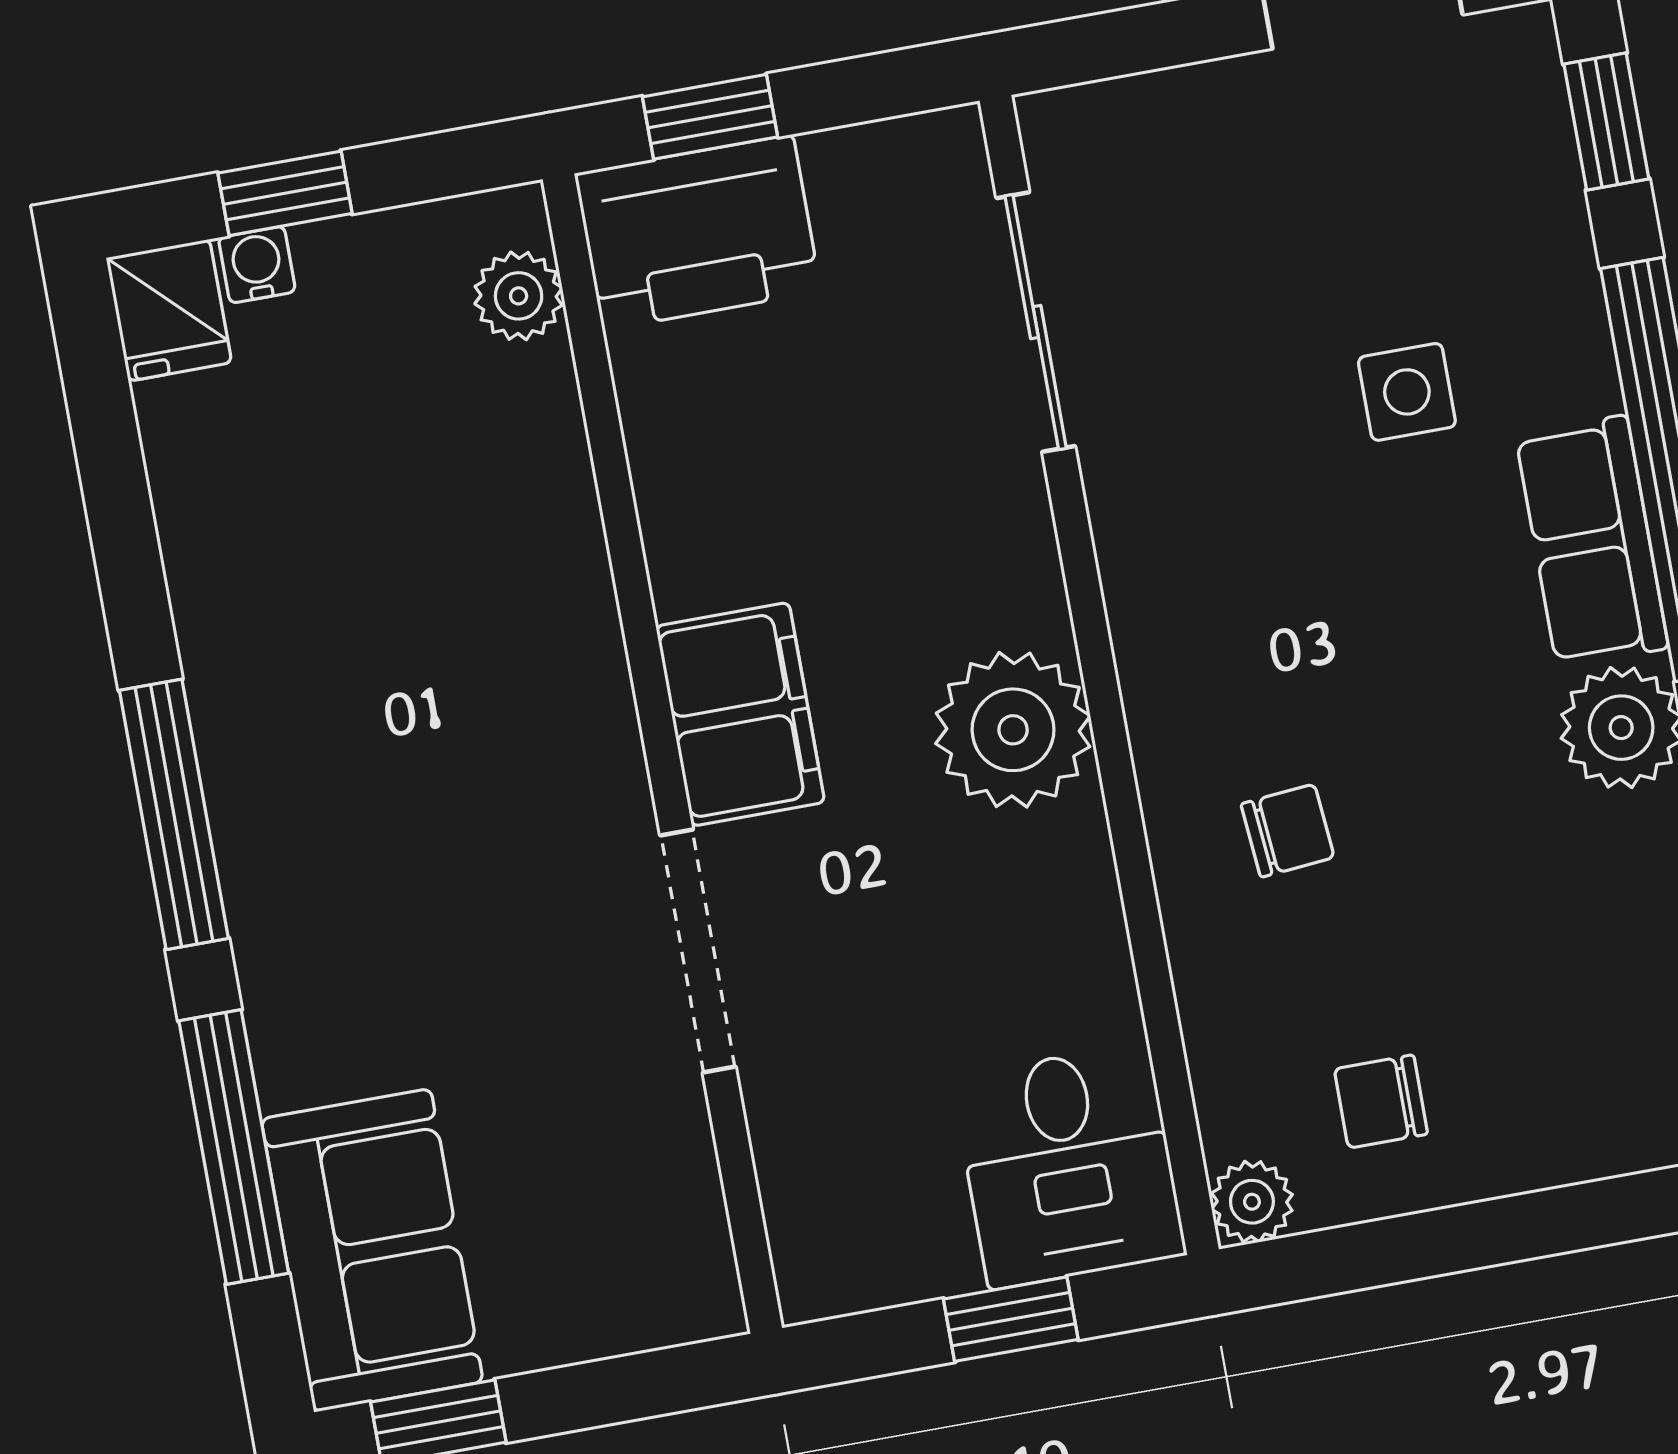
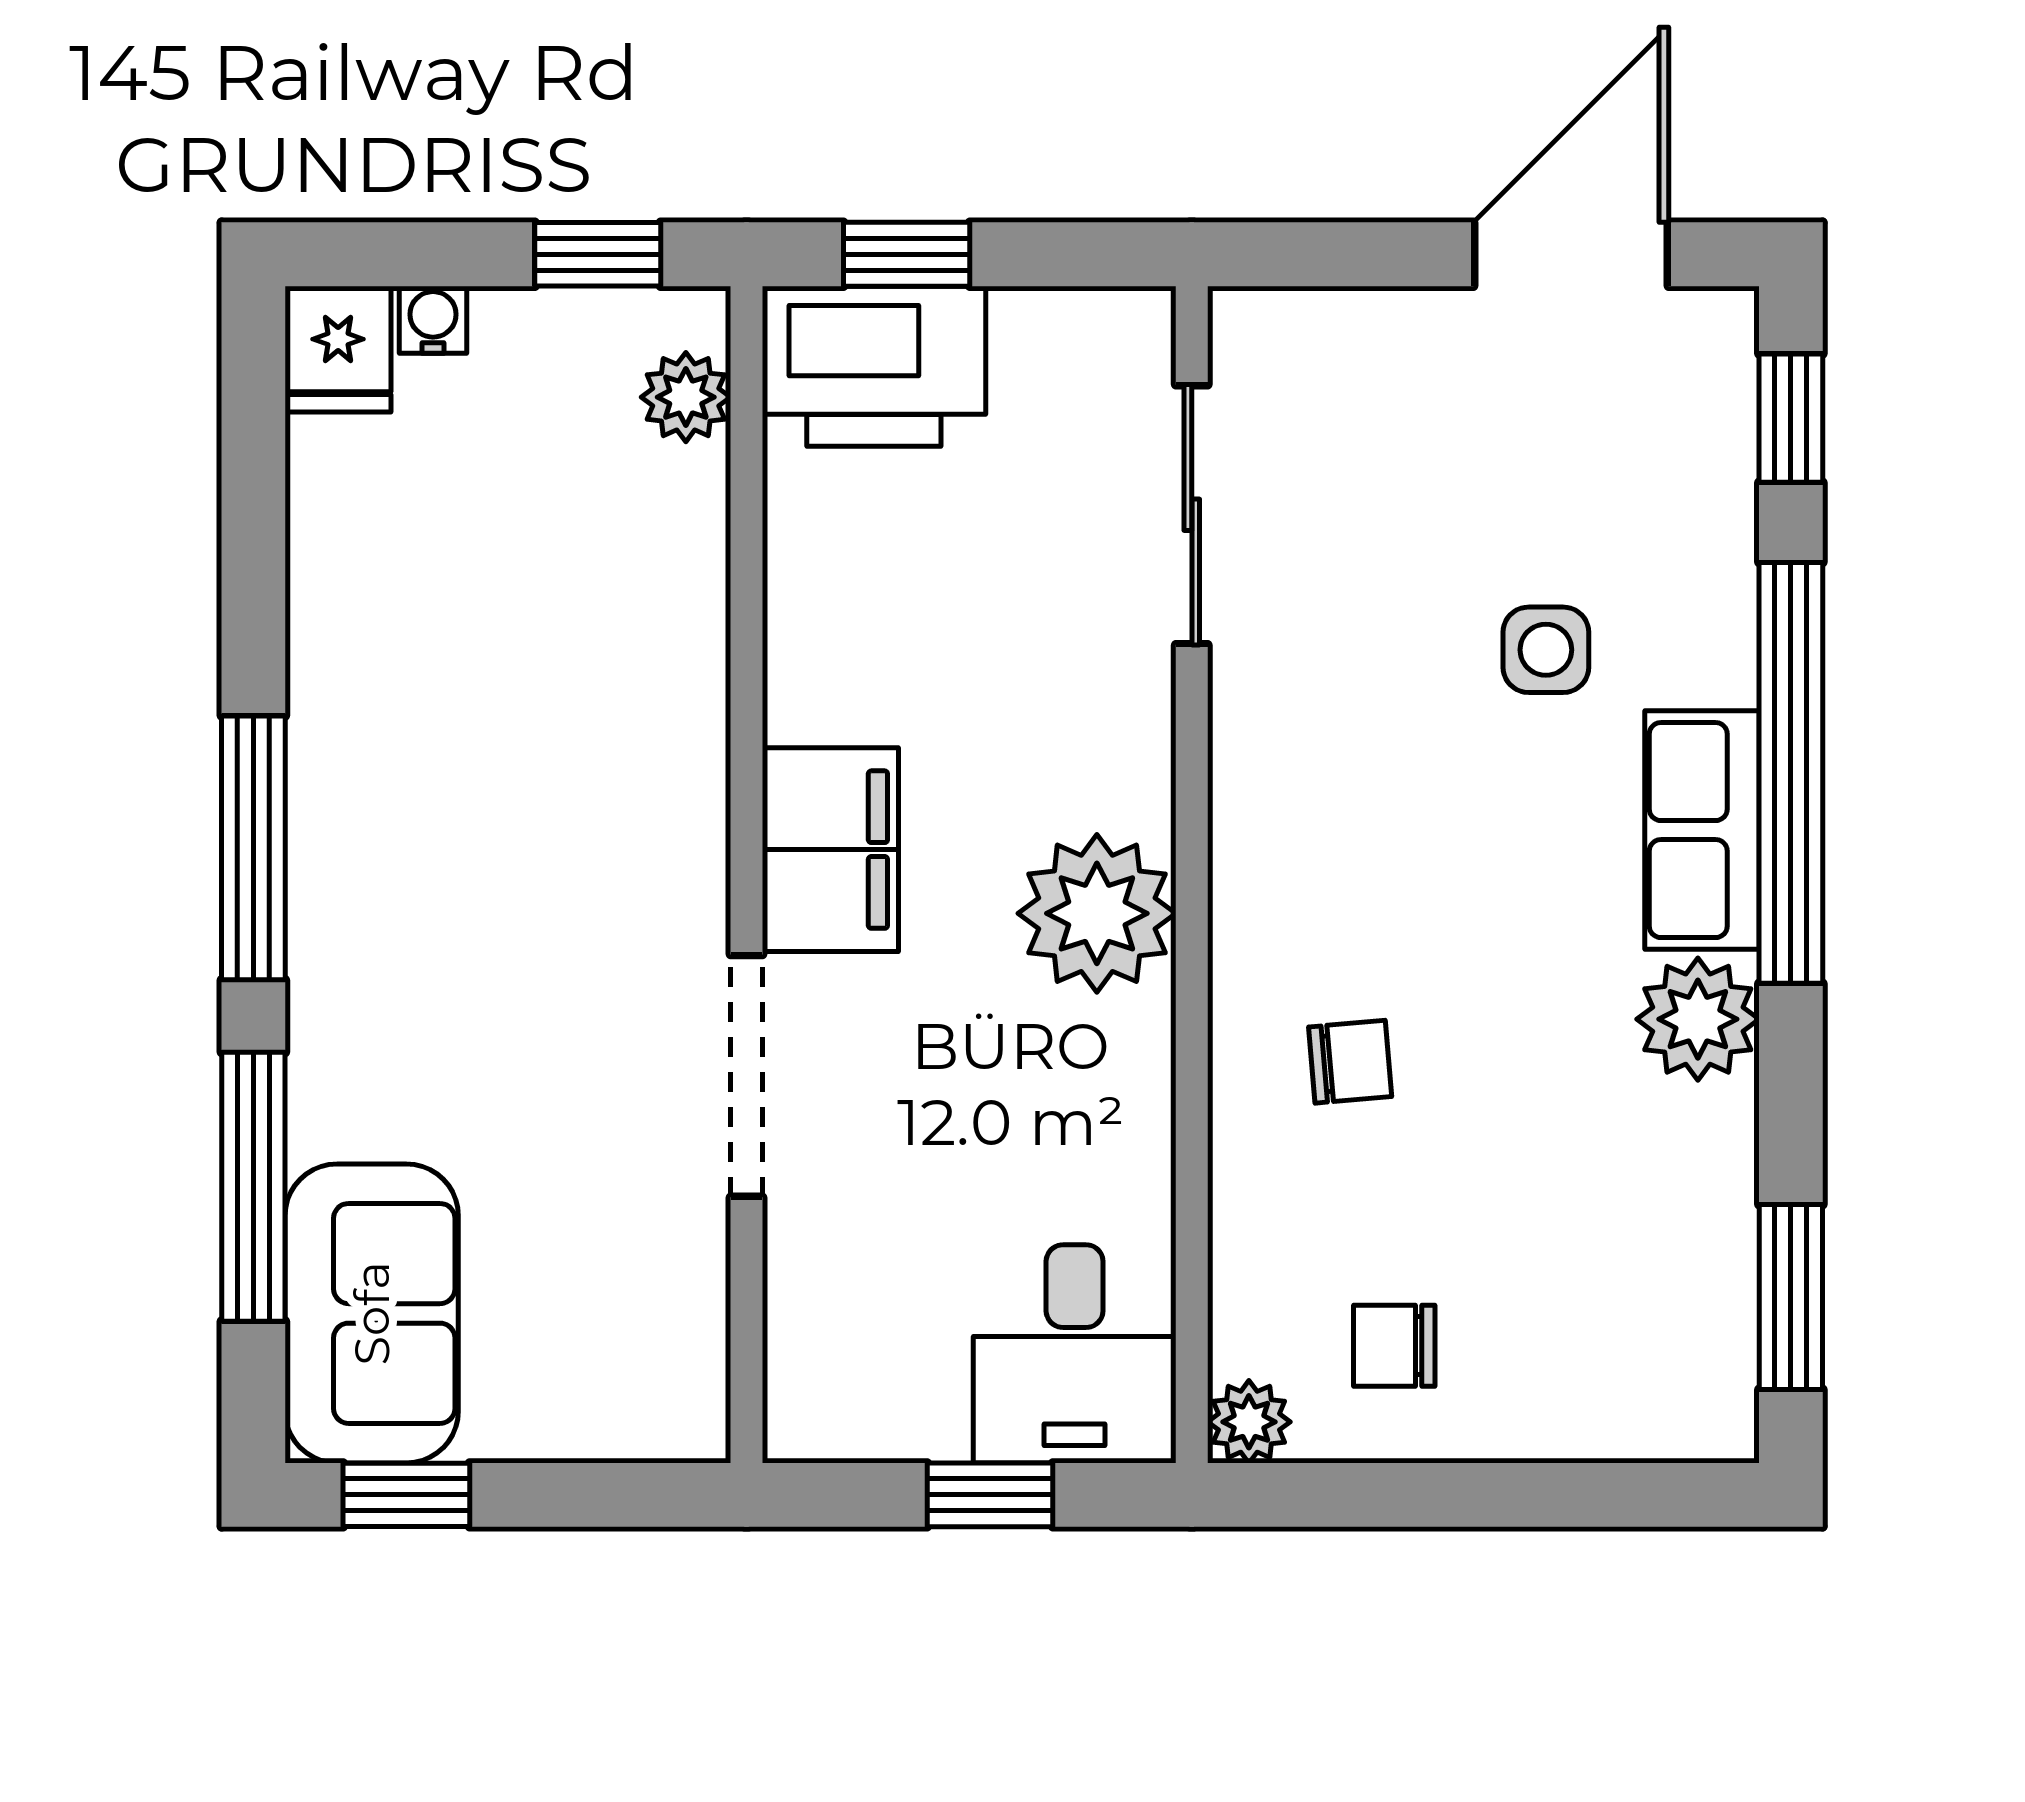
window: (285, 193) -> (598, 254), moved

